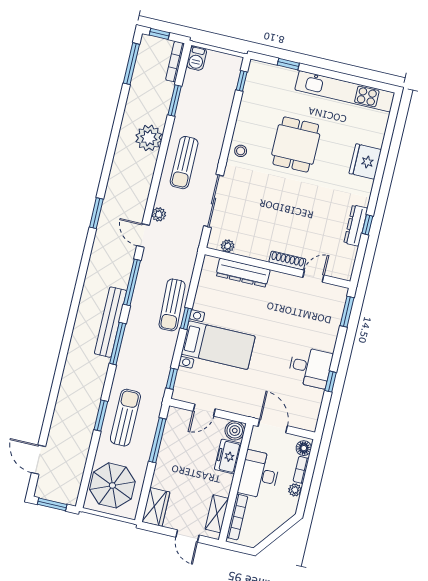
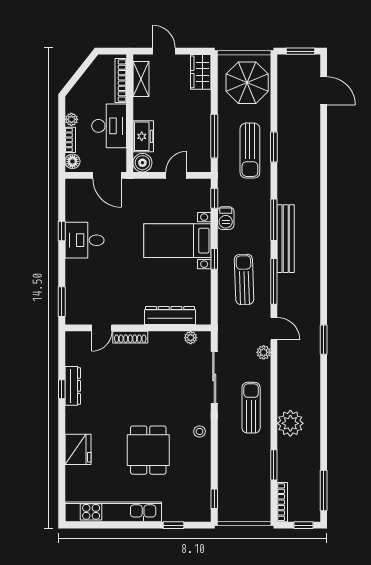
barbecue: (197, 58) -> (226, 218), moved, turned 180
sun lounger: (172, 305) -> (244, 279), moved

